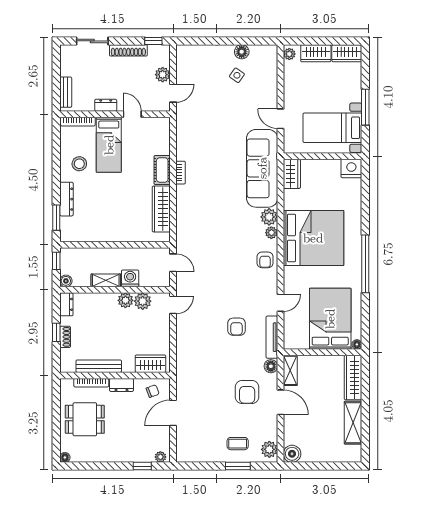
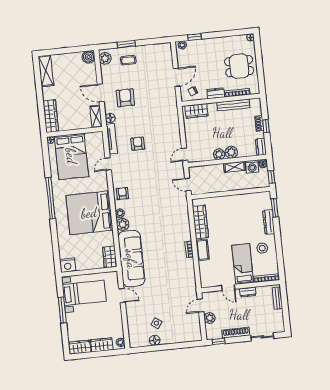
washing machine: (130, 278) -> (252, 166), moved
plant: (143, 301) -> (231, 152), moved
shelving: (353, 423) -> (46, 71), moved

